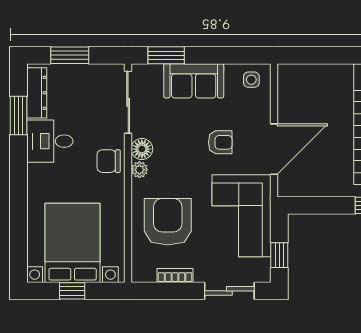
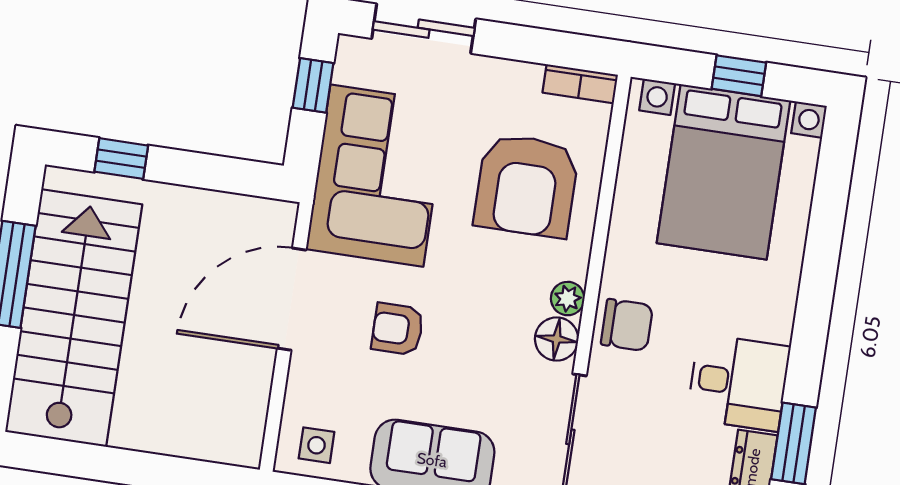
bookcase: (175, 275) -> (580, 84), moved

